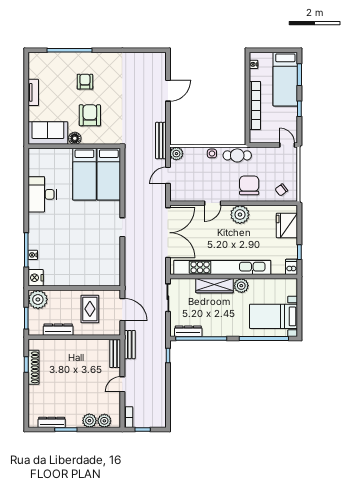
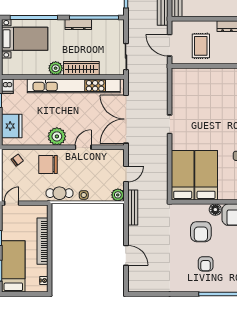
door: (168, 91) -> (126, 255), swing flipped
door: (287, 145) -> (12, 203), swing flipped
chair: (249, 185) -> (48, 164), turned 90
dresser: (188, 331) -> (78, 24), moved

